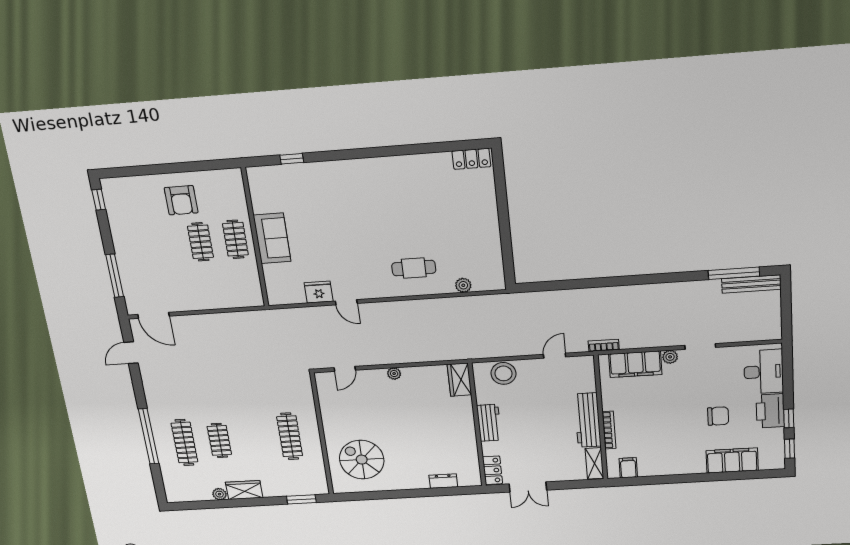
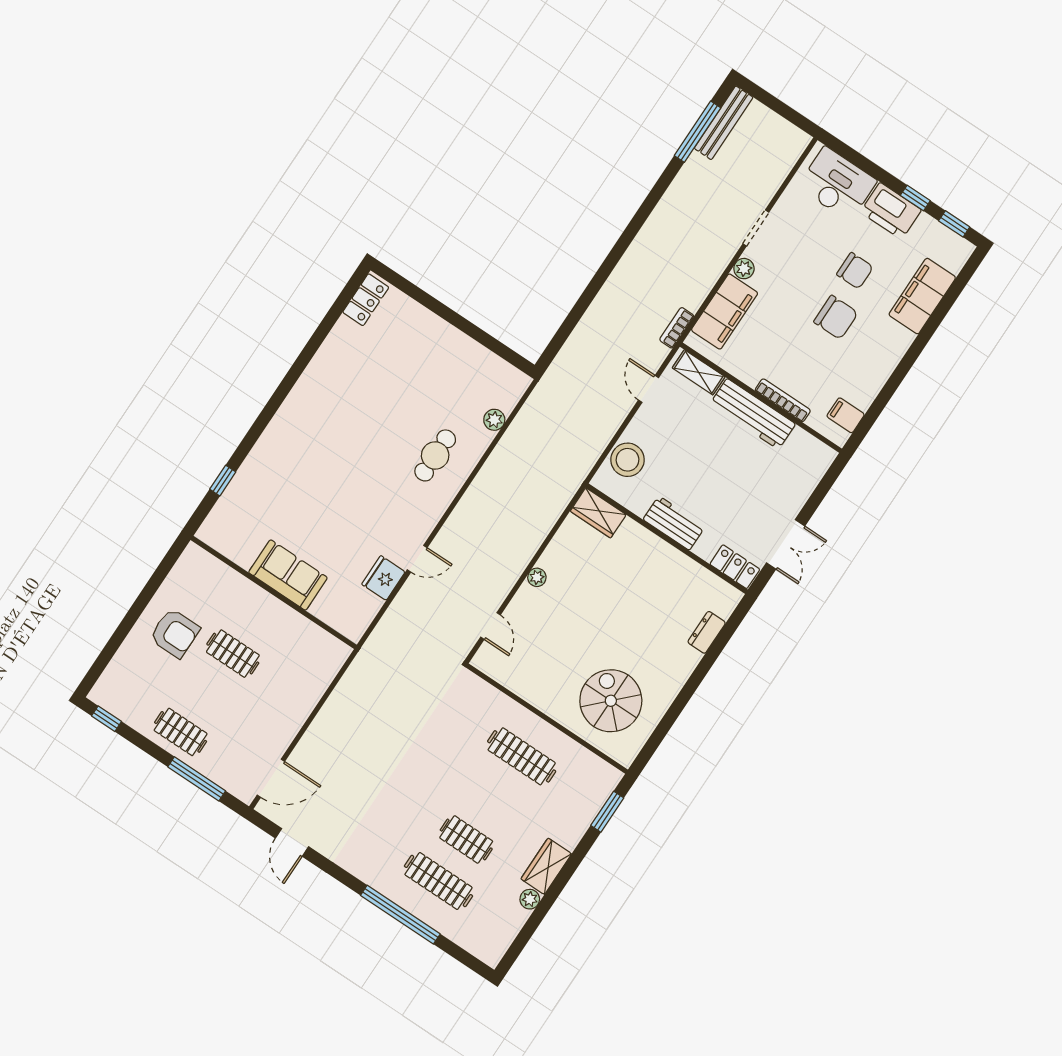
clothes rail: (235, 239) -> (181, 732), moved
chair: (718, 416) -> (855, 271), turned 90
chair: (682, 425) -> (836, 317), added
spiral stairs: (362, 460) -> (611, 701), turned 90
shelving: (594, 463) -> (699, 372), moved

